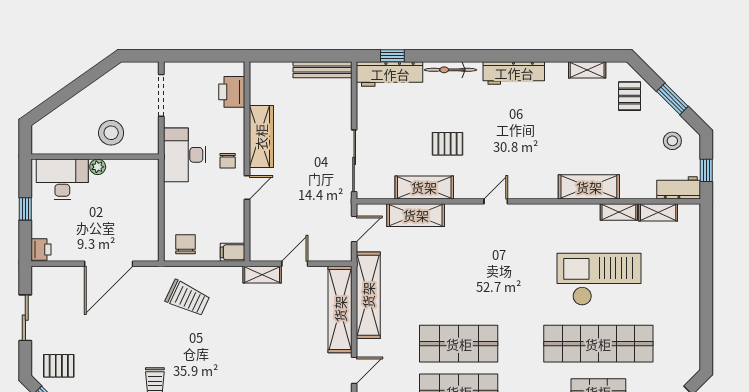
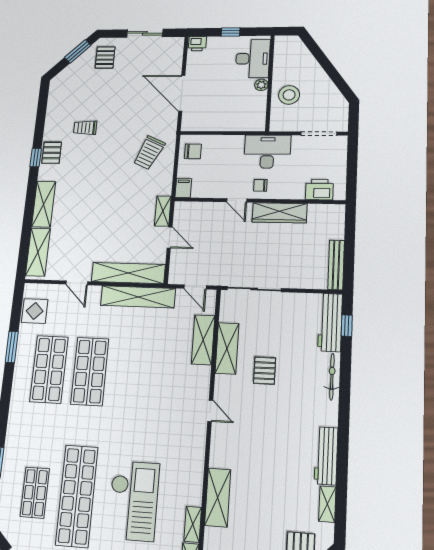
workbench: (514, 73) -> (326, 456), moved

